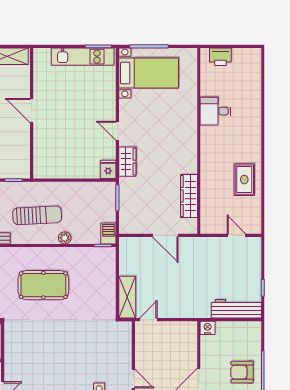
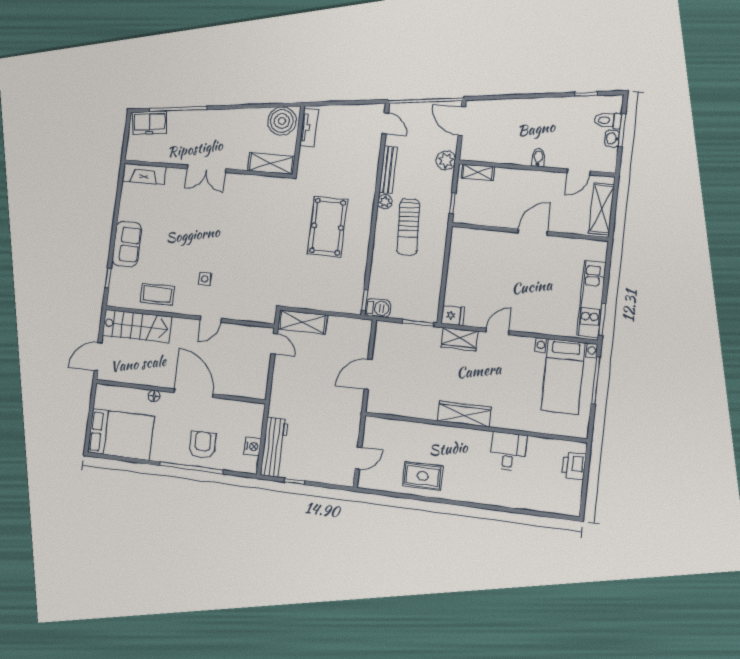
wardrobe: (189, 196) -> (464, 414), moved
plant: (65, 238) -> (385, 202), moved
nightstand: (208, 328) -> (253, 446), moved

